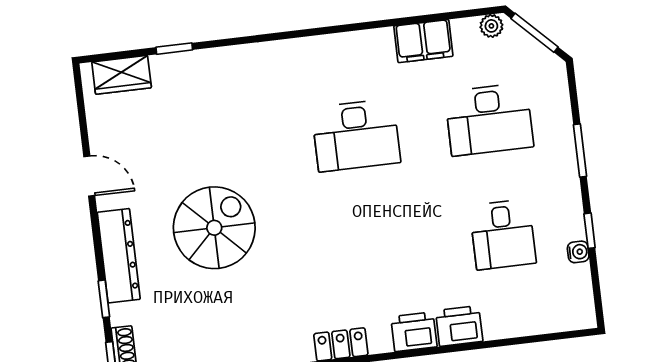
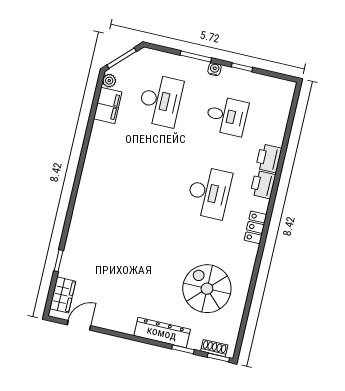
filing cabinet: (423, 41) -> (108, 105), moved
desk: (356, 135) -> (209, 193), moved
door: (89, 176) -> (79, 325), moved
spiral stairs: (214, 228) -> (207, 289), moved
water cooler: (578, 252) -> (214, 69), moved

